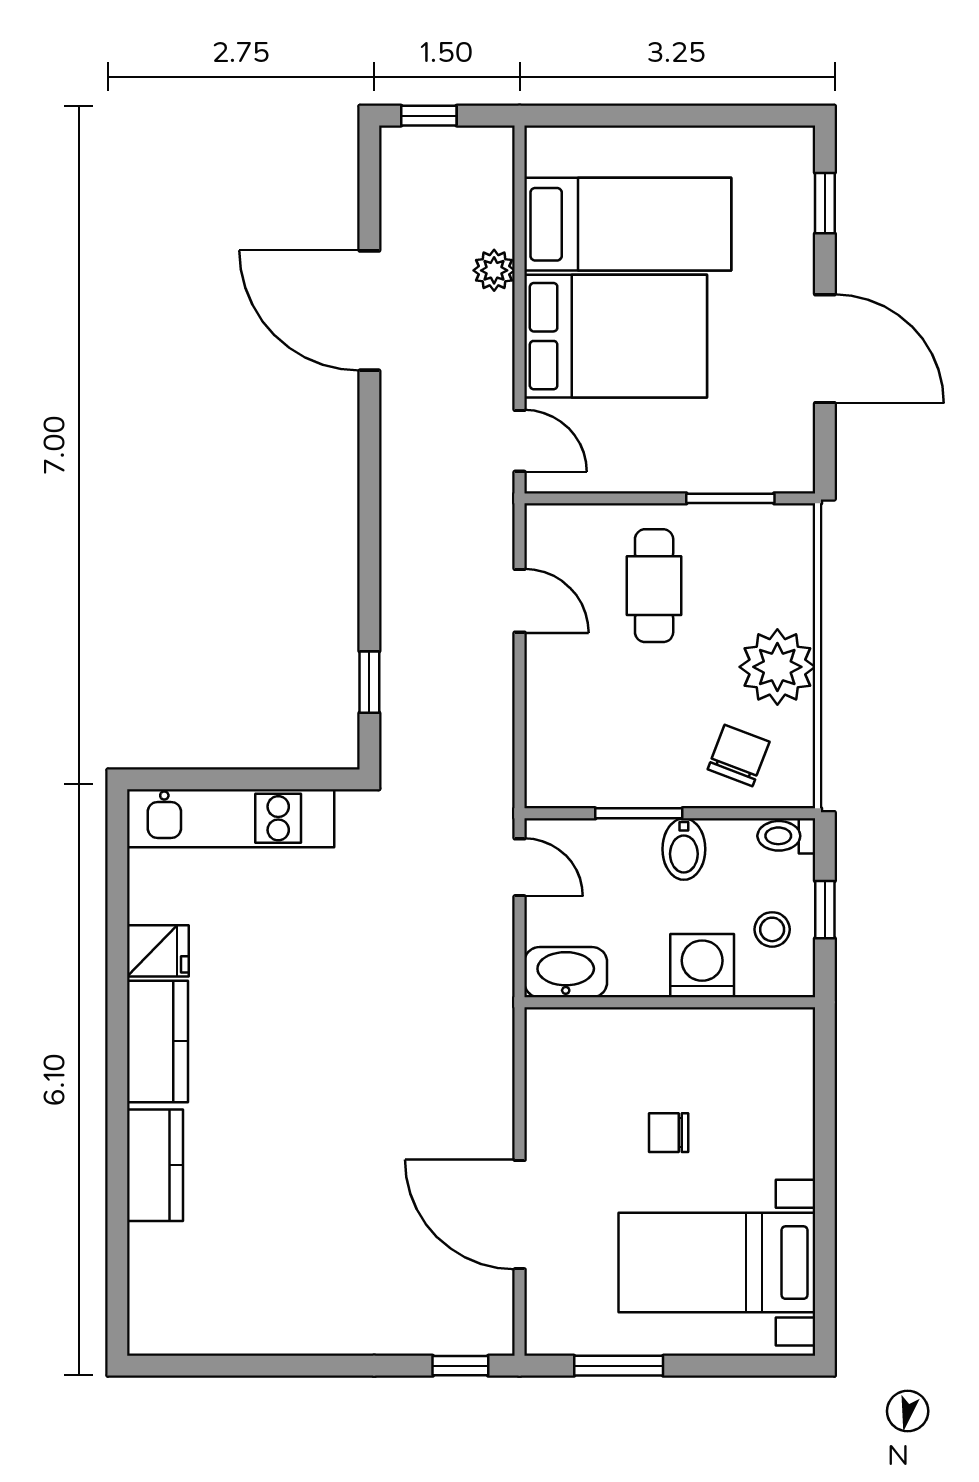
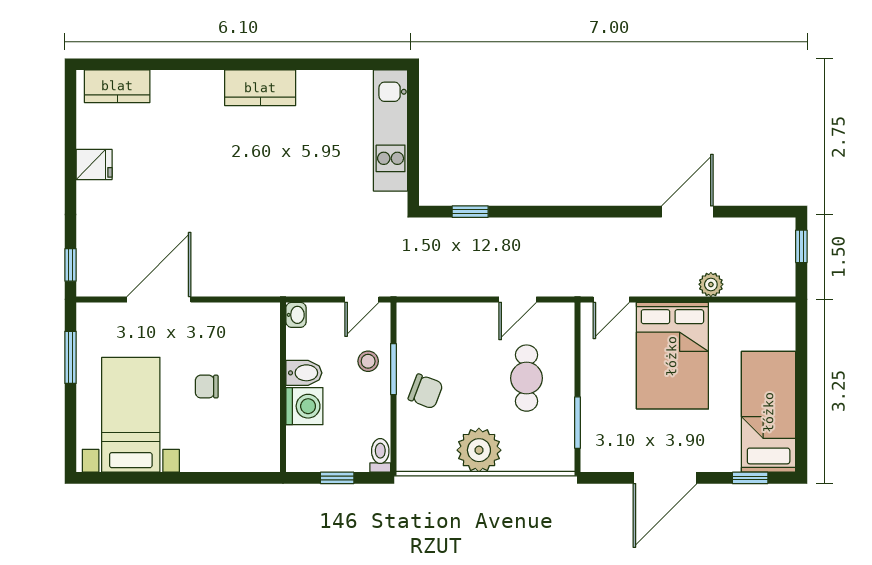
bed: (628, 224) -> (769, 412), moved, turned 180
door: (369, 311) -> (687, 212), width x0.73
cafe table: (654, 586) -> (527, 378), turned 90
chair: (739, 755) -> (426, 391), moved
bidet: (684, 849) -> (304, 373), moved, turned 180
stool: (772, 929) -> (368, 361), moved
fridge: (158, 951) -> (94, 165), moved, turned -90
washbasin: (566, 972) -> (296, 315), width x0.52, depth x0.69
chair: (669, 1133) -> (207, 387), turned -90
kitchen counter: (155, 1165) -> (117, 86), moved

